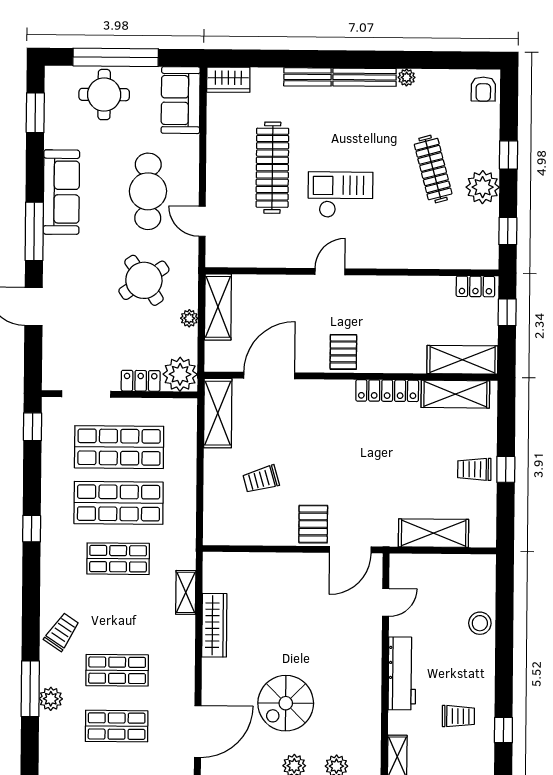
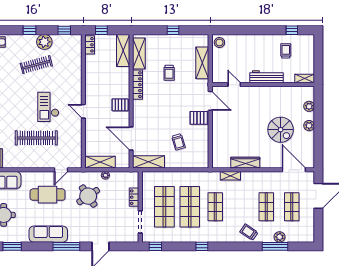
plant: (180, 374) -> (131, 179), removed
trolley: (474, 469) -> (169, 73), moved
stool: (480, 623) -> (219, 43), moved

